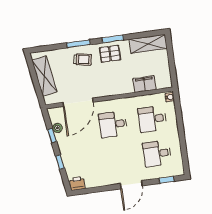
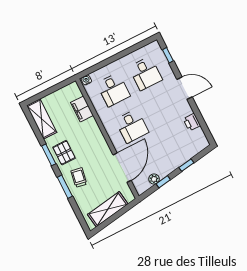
door: (78, 102) -> (122, 168), hinge flipped
printer: (77, 183) -> (192, 122), moved

